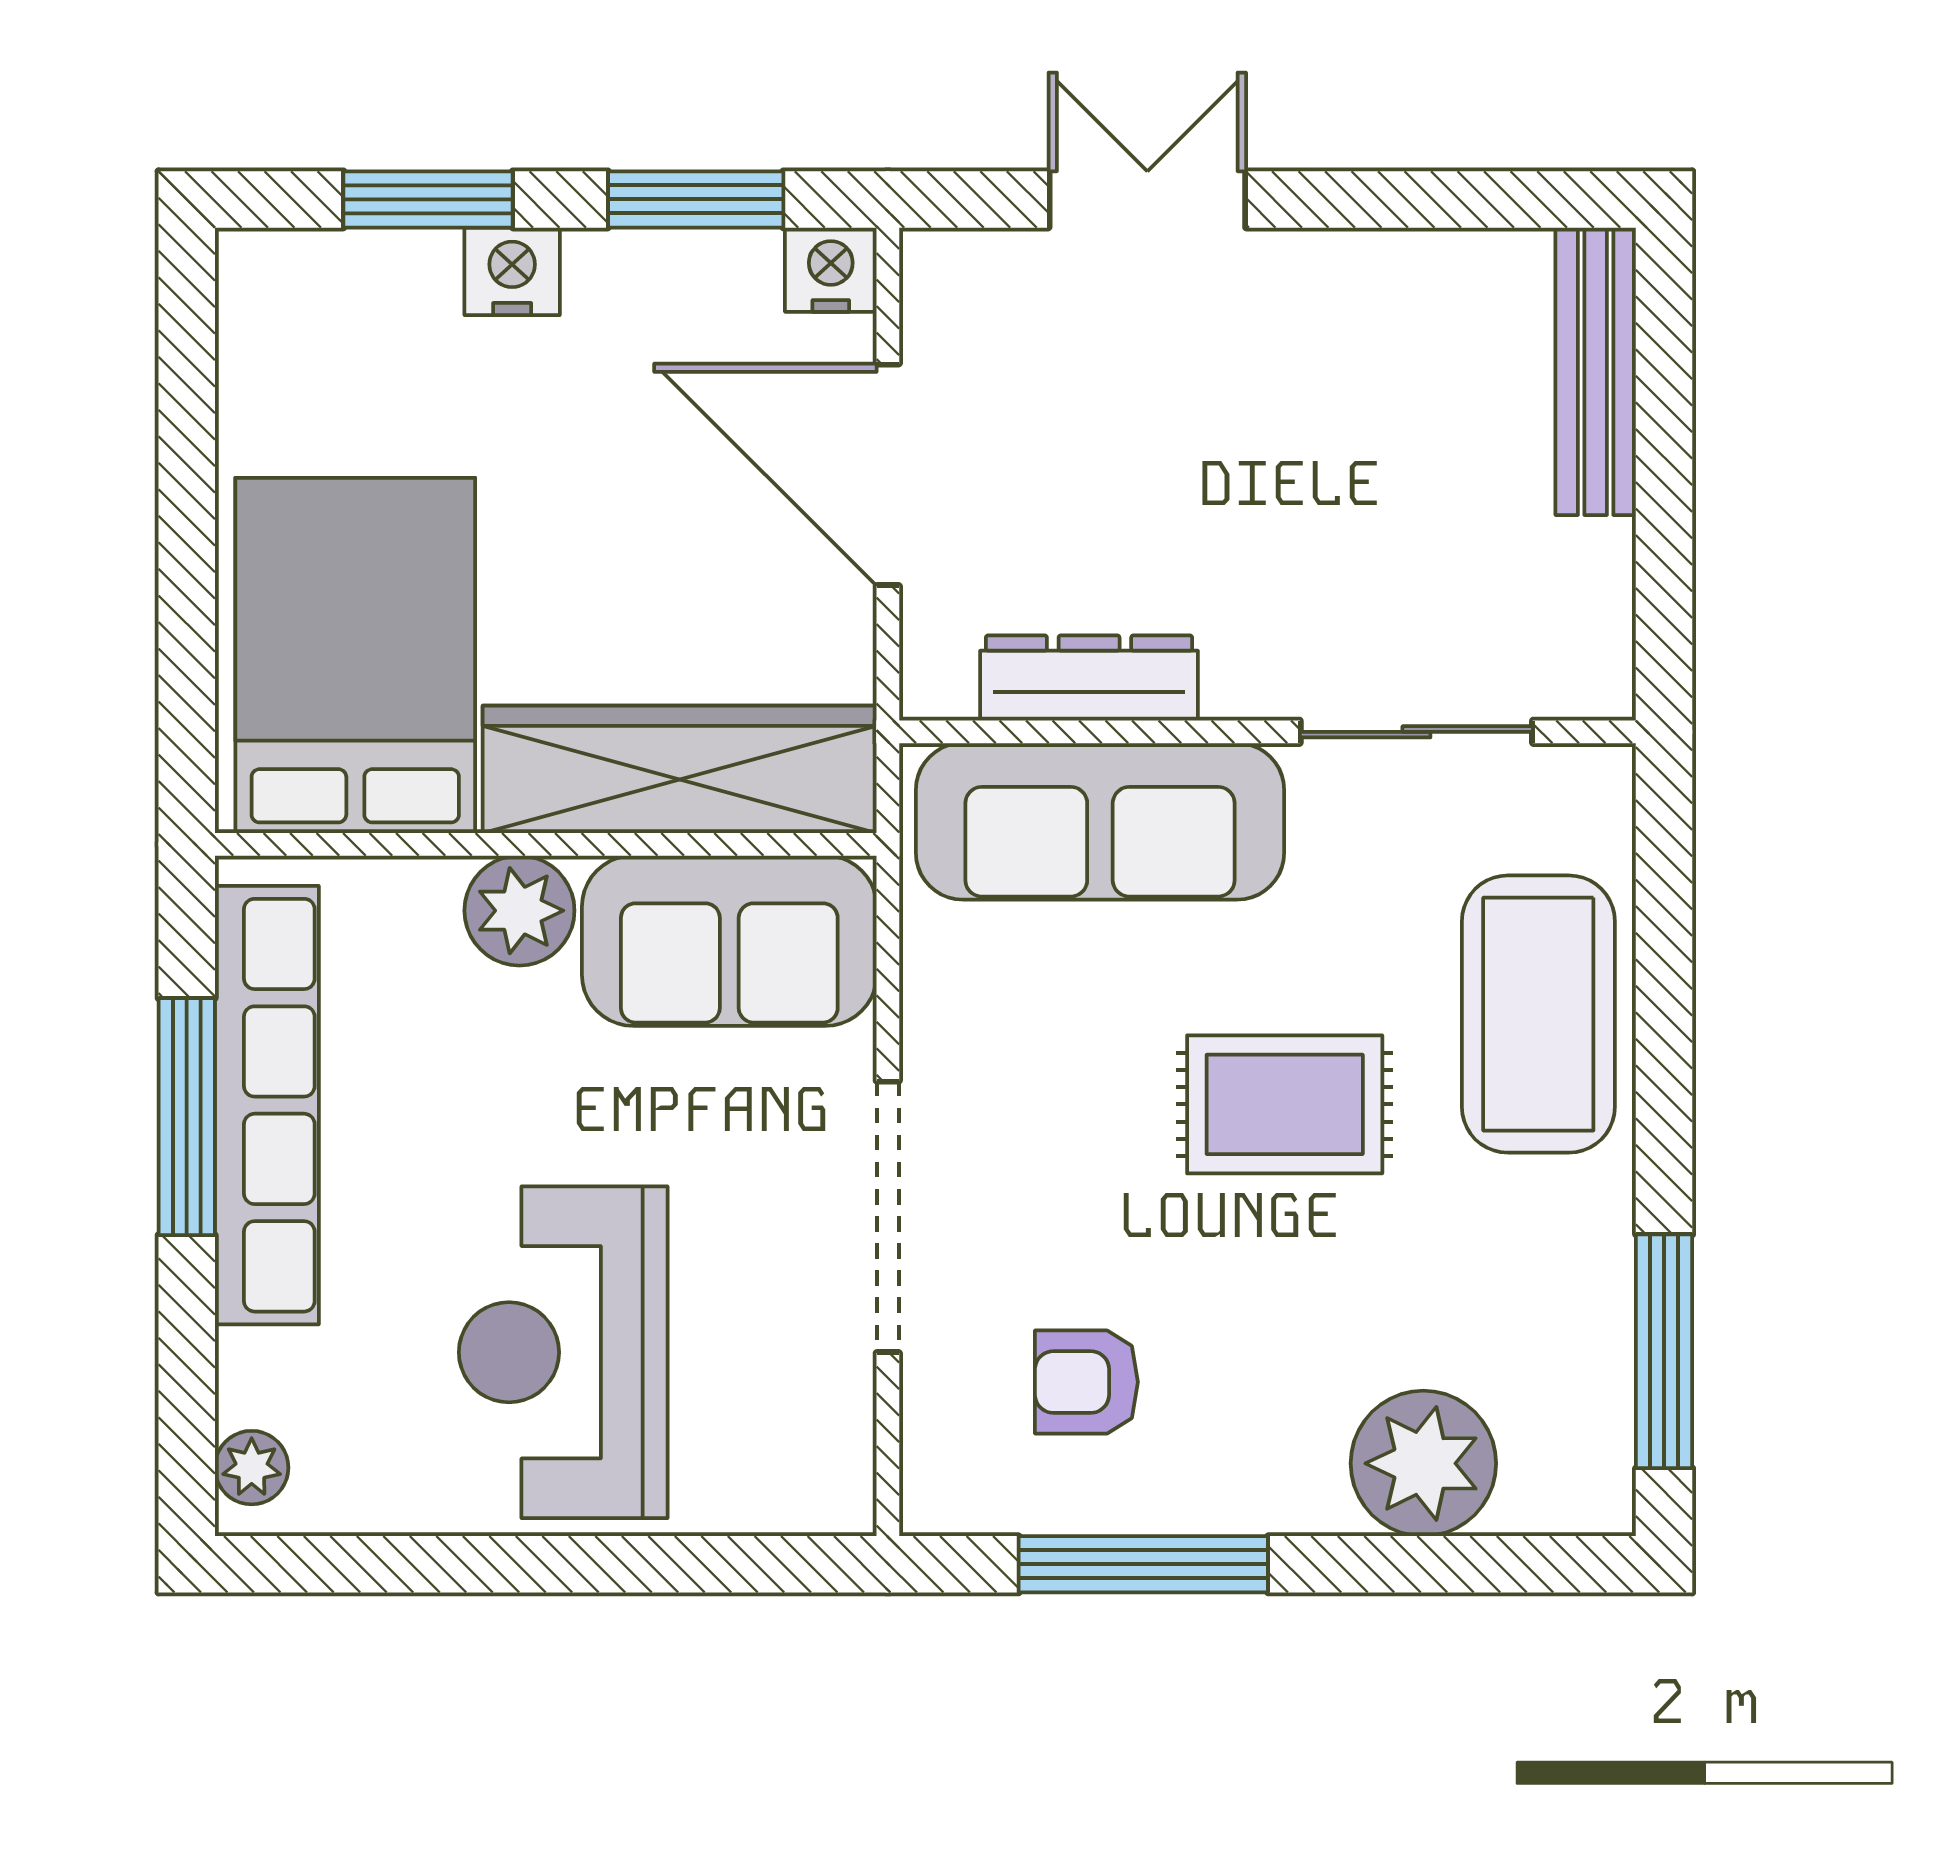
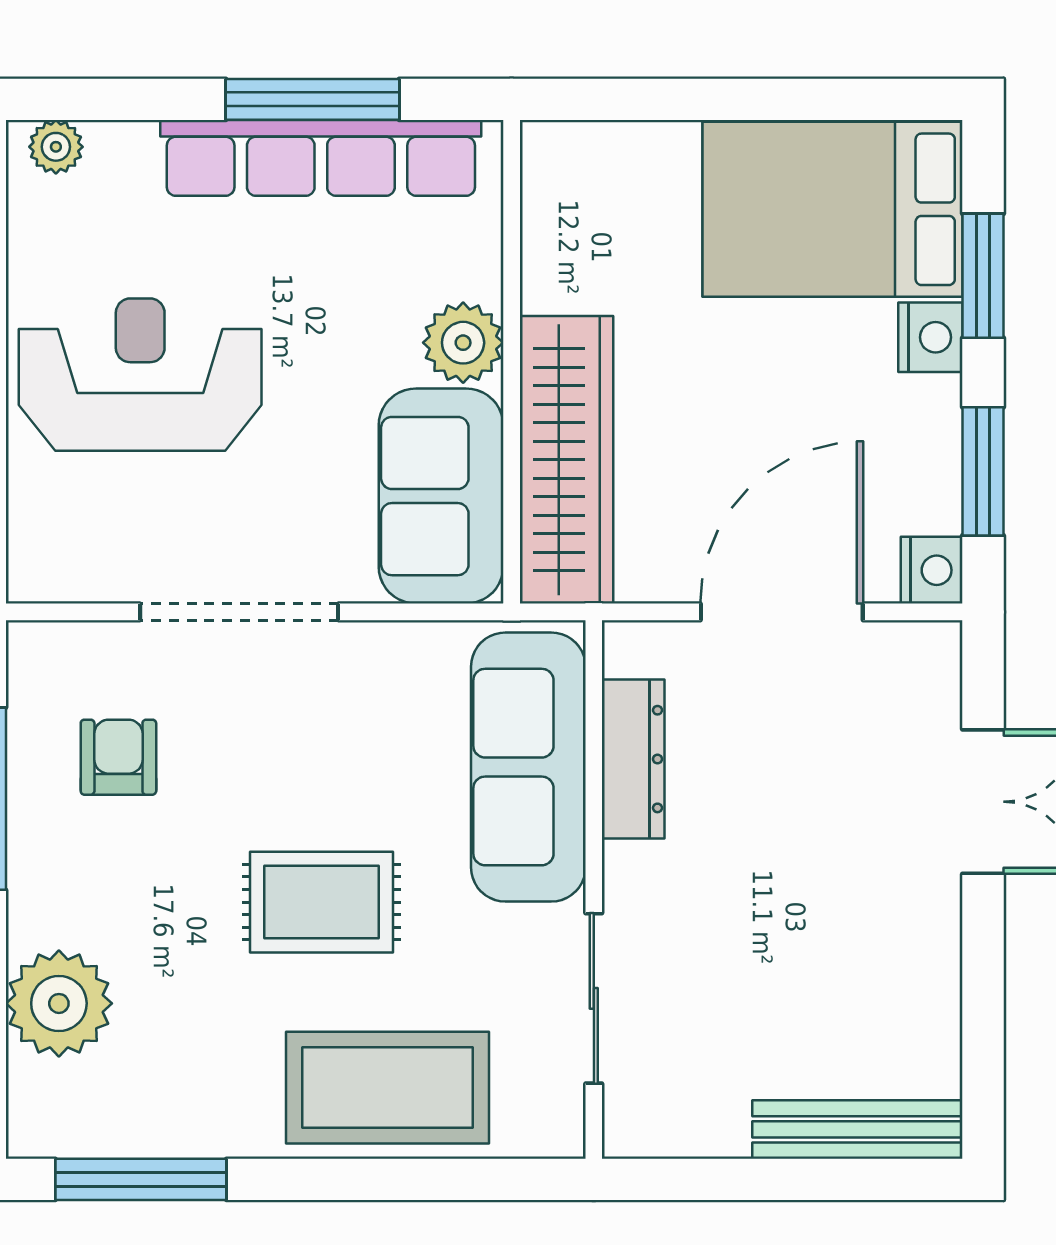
bed: (355, 655) -> (833, 209), moved, turned 180
rug: (1285, 1104) -> (321, 902), turned 90

